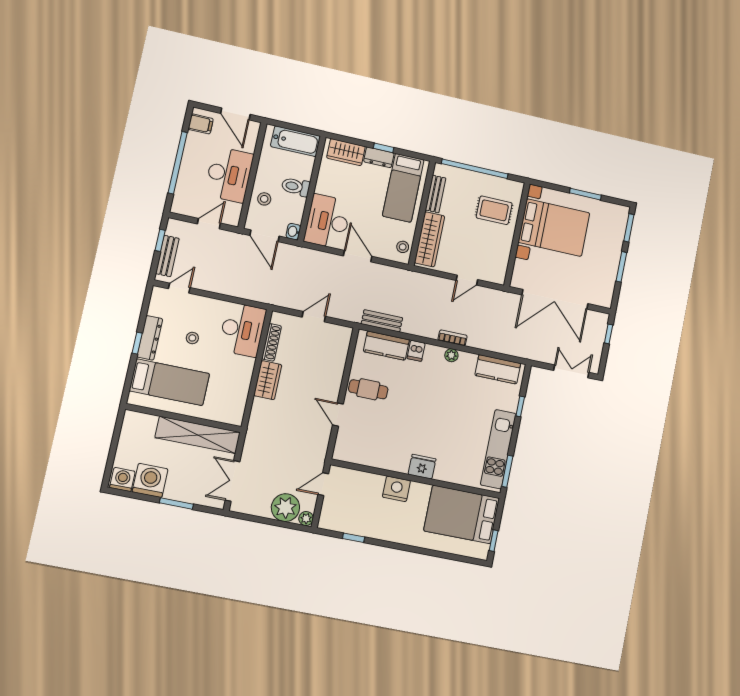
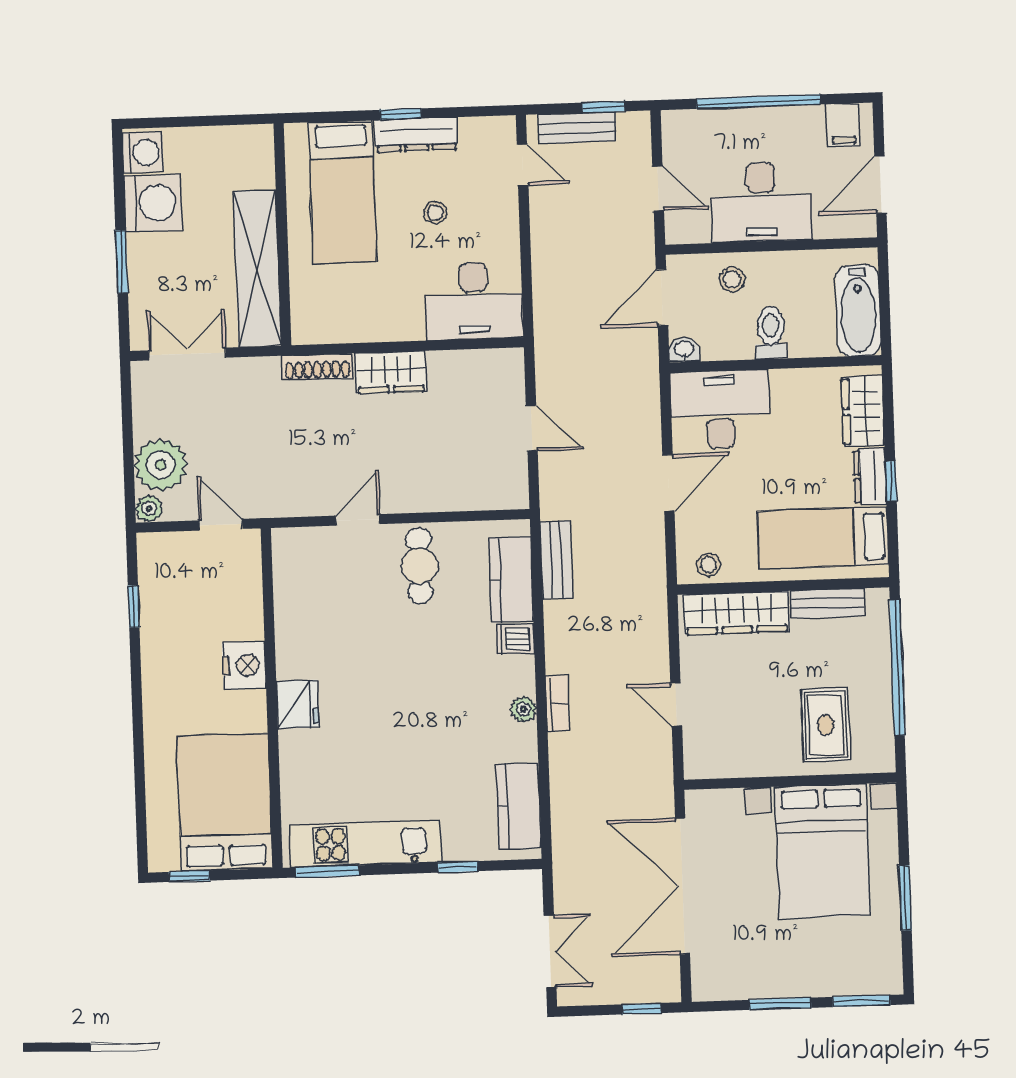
shoe rack: (272, 342) -> (317, 367), moved

